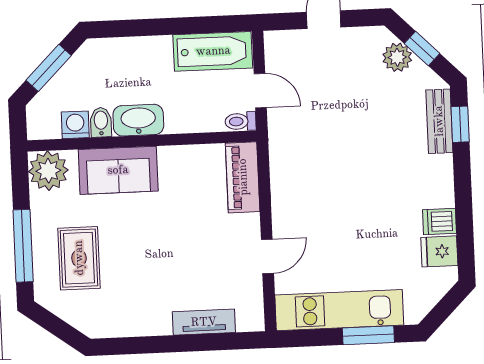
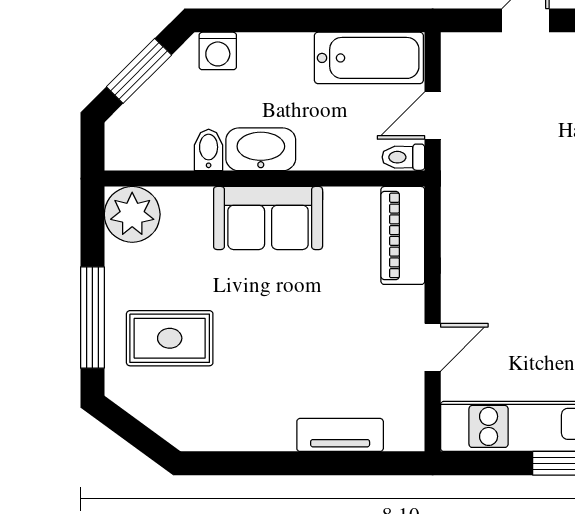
door: (260, 91) -> (433, 116), swing flipped
washing machine: (75, 125) -> (218, 51), moved, turned 180
sofa: (118, 170) -> (268, 218), moved
rug: (79, 258) -> (170, 338), turned 90

